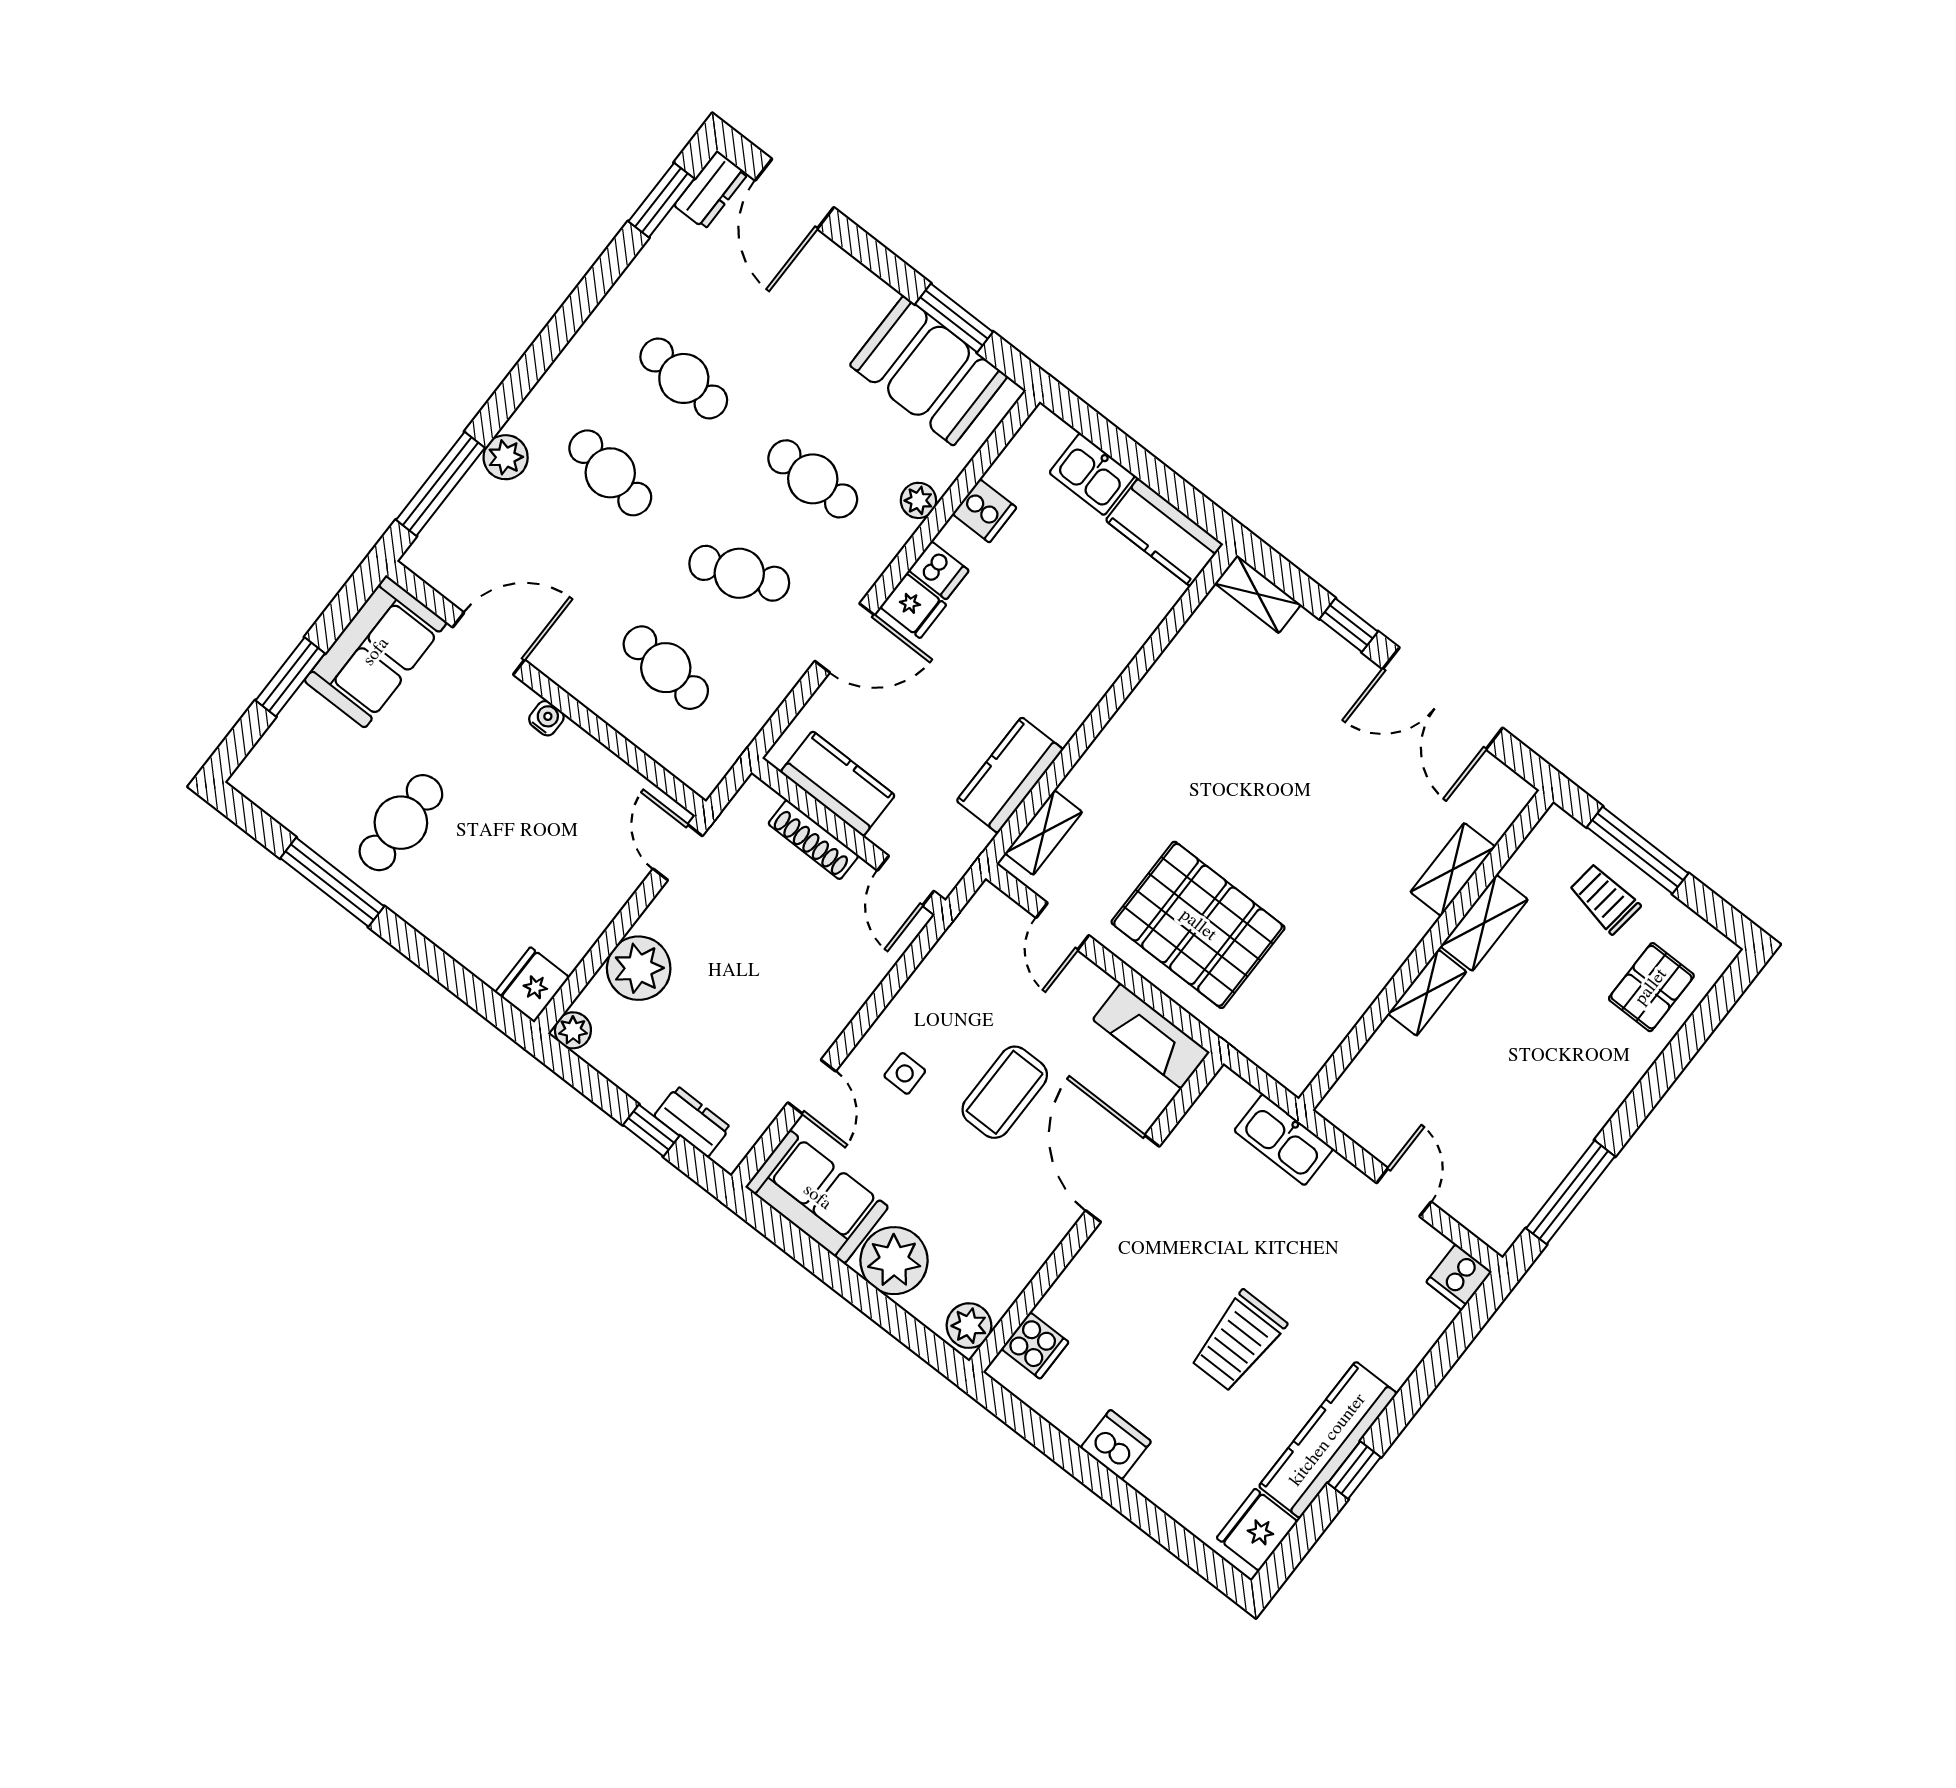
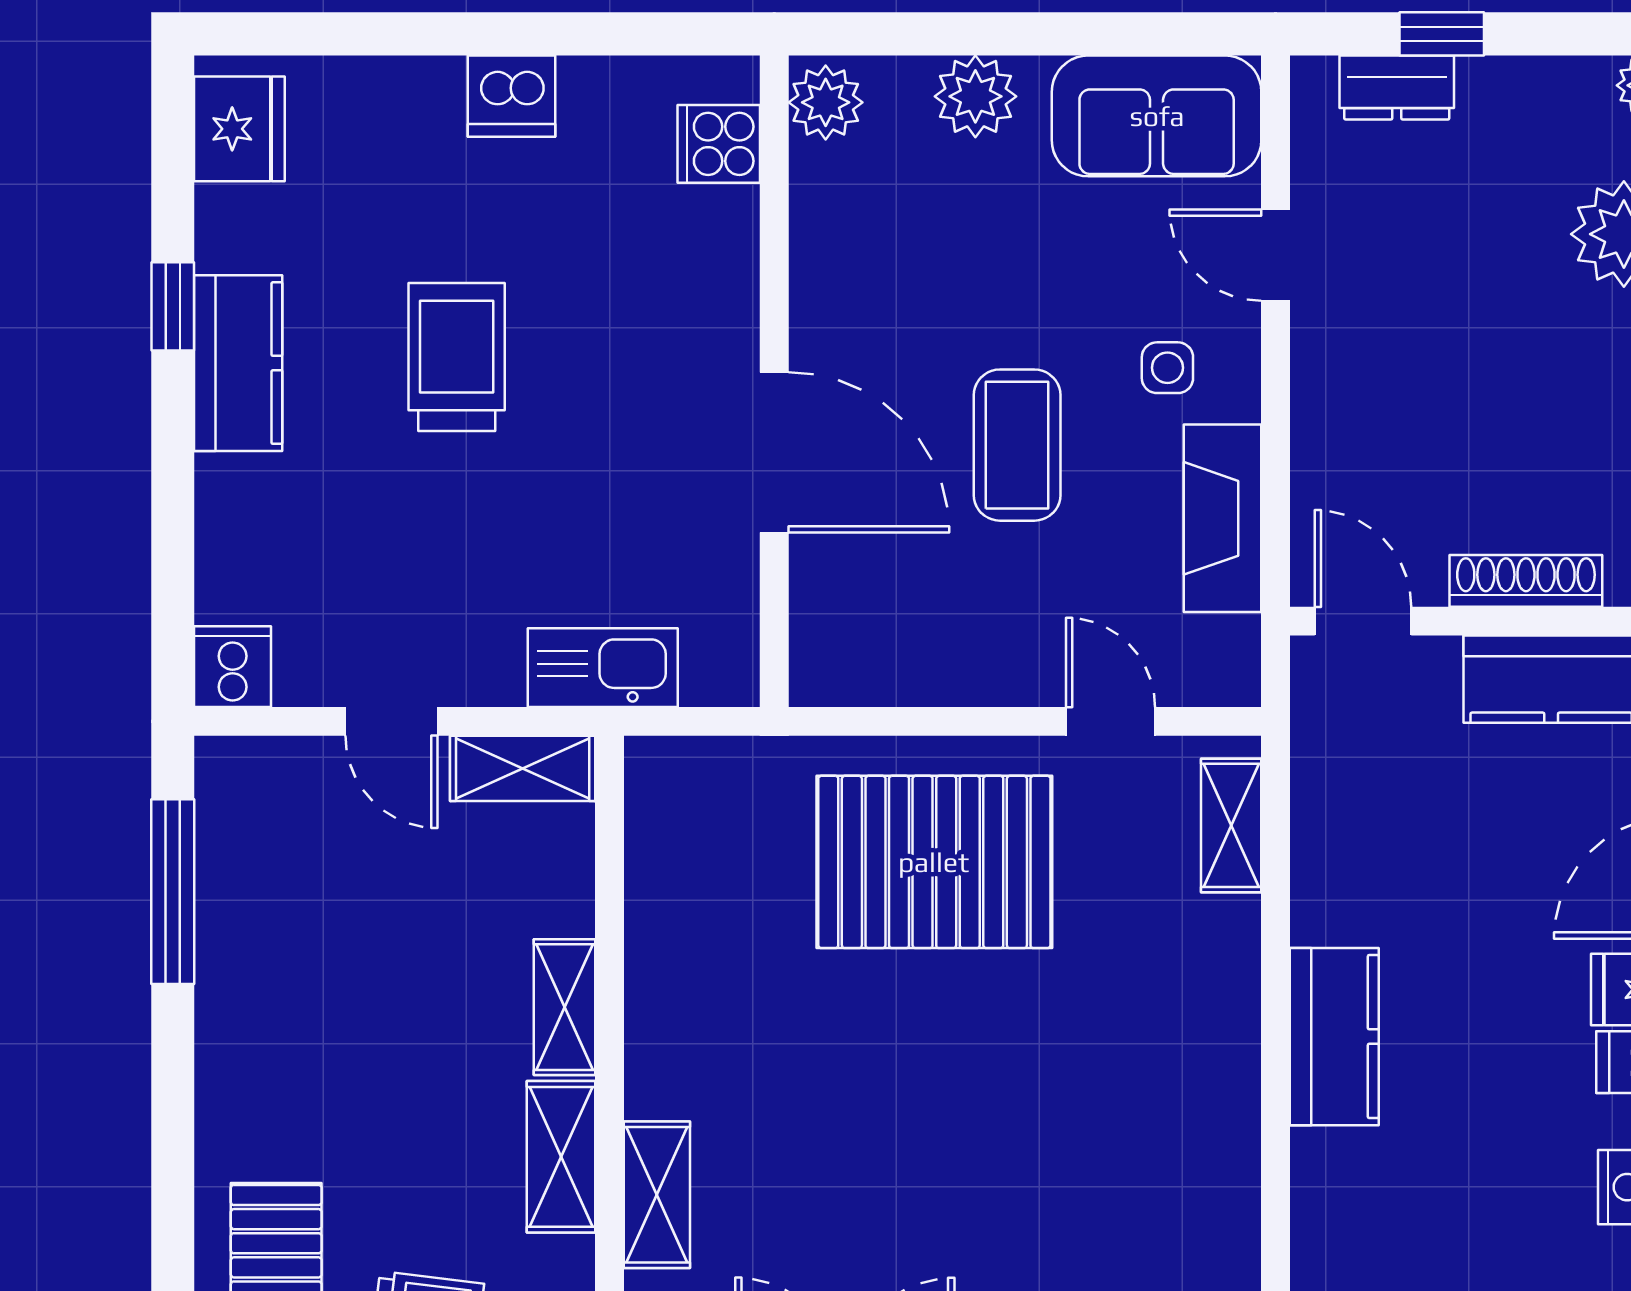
kitchen counter: (1010, 775) -> (1334, 1037), moved
fireplace: (1151, 1036) -> (1223, 518), moved, turned -90
shelving: (1359, 1121) -> (523, 768), added
plant: (894, 1261) -> (975, 96), width x0.73, depth x0.73
kitchen counter: (1328, 1440) -> (238, 363), width x0.67

